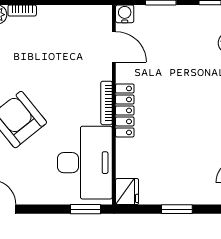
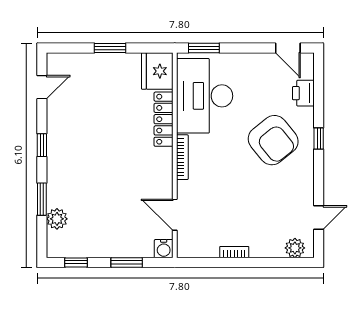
bookcase: (22, 11) -> (234, 252), moved
locker: (125, 110) -> (164, 119), moved
fridge: (127, 192) -> (157, 71), width x1.36, depth x1.34

